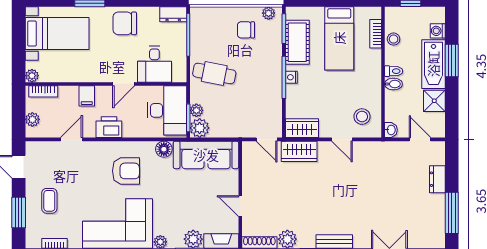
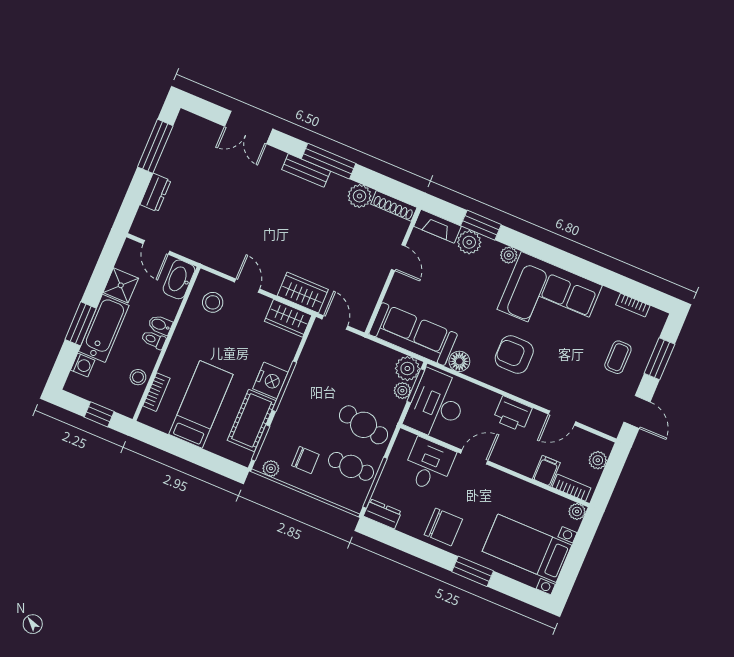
cafe table: (211, 39) -> (351, 466), added
nightstand: (291, 77) -> (270, 380), width x1.89, depth x1.79
filing cabinet: (87, 96) -> (546, 471), moved
washbasin: (391, 130) -> (179, 279), width x1.91, depth x1.45

